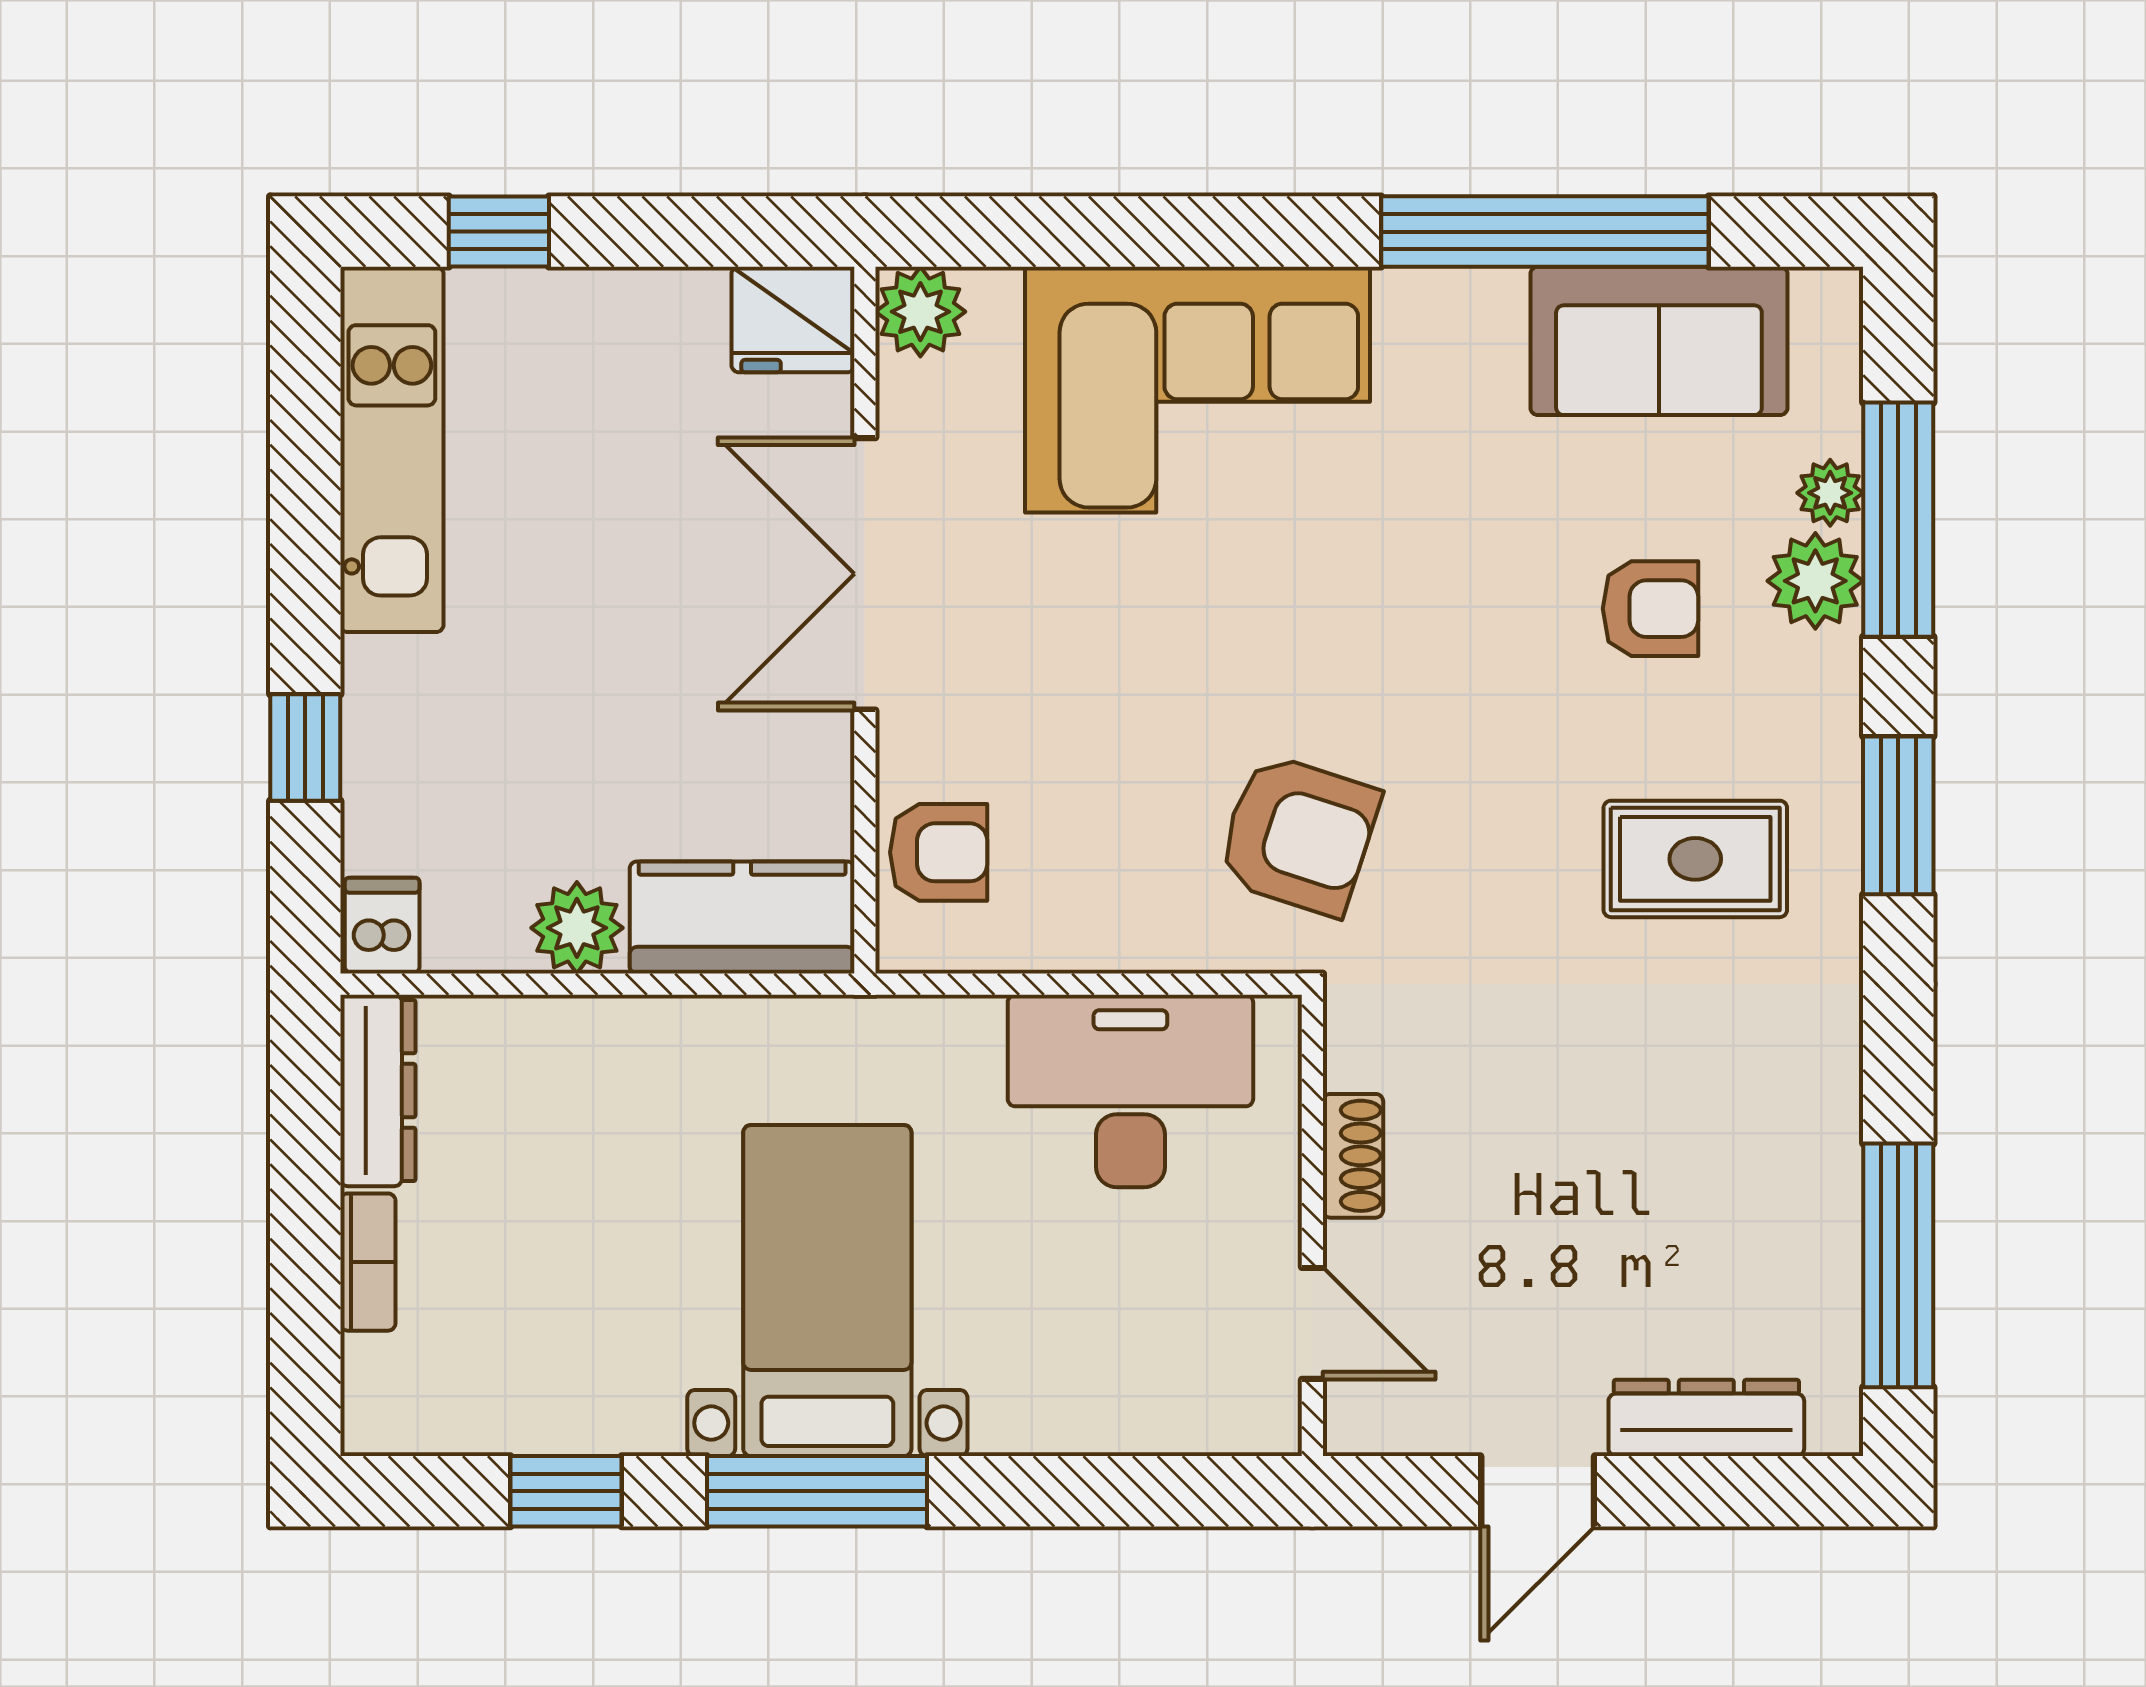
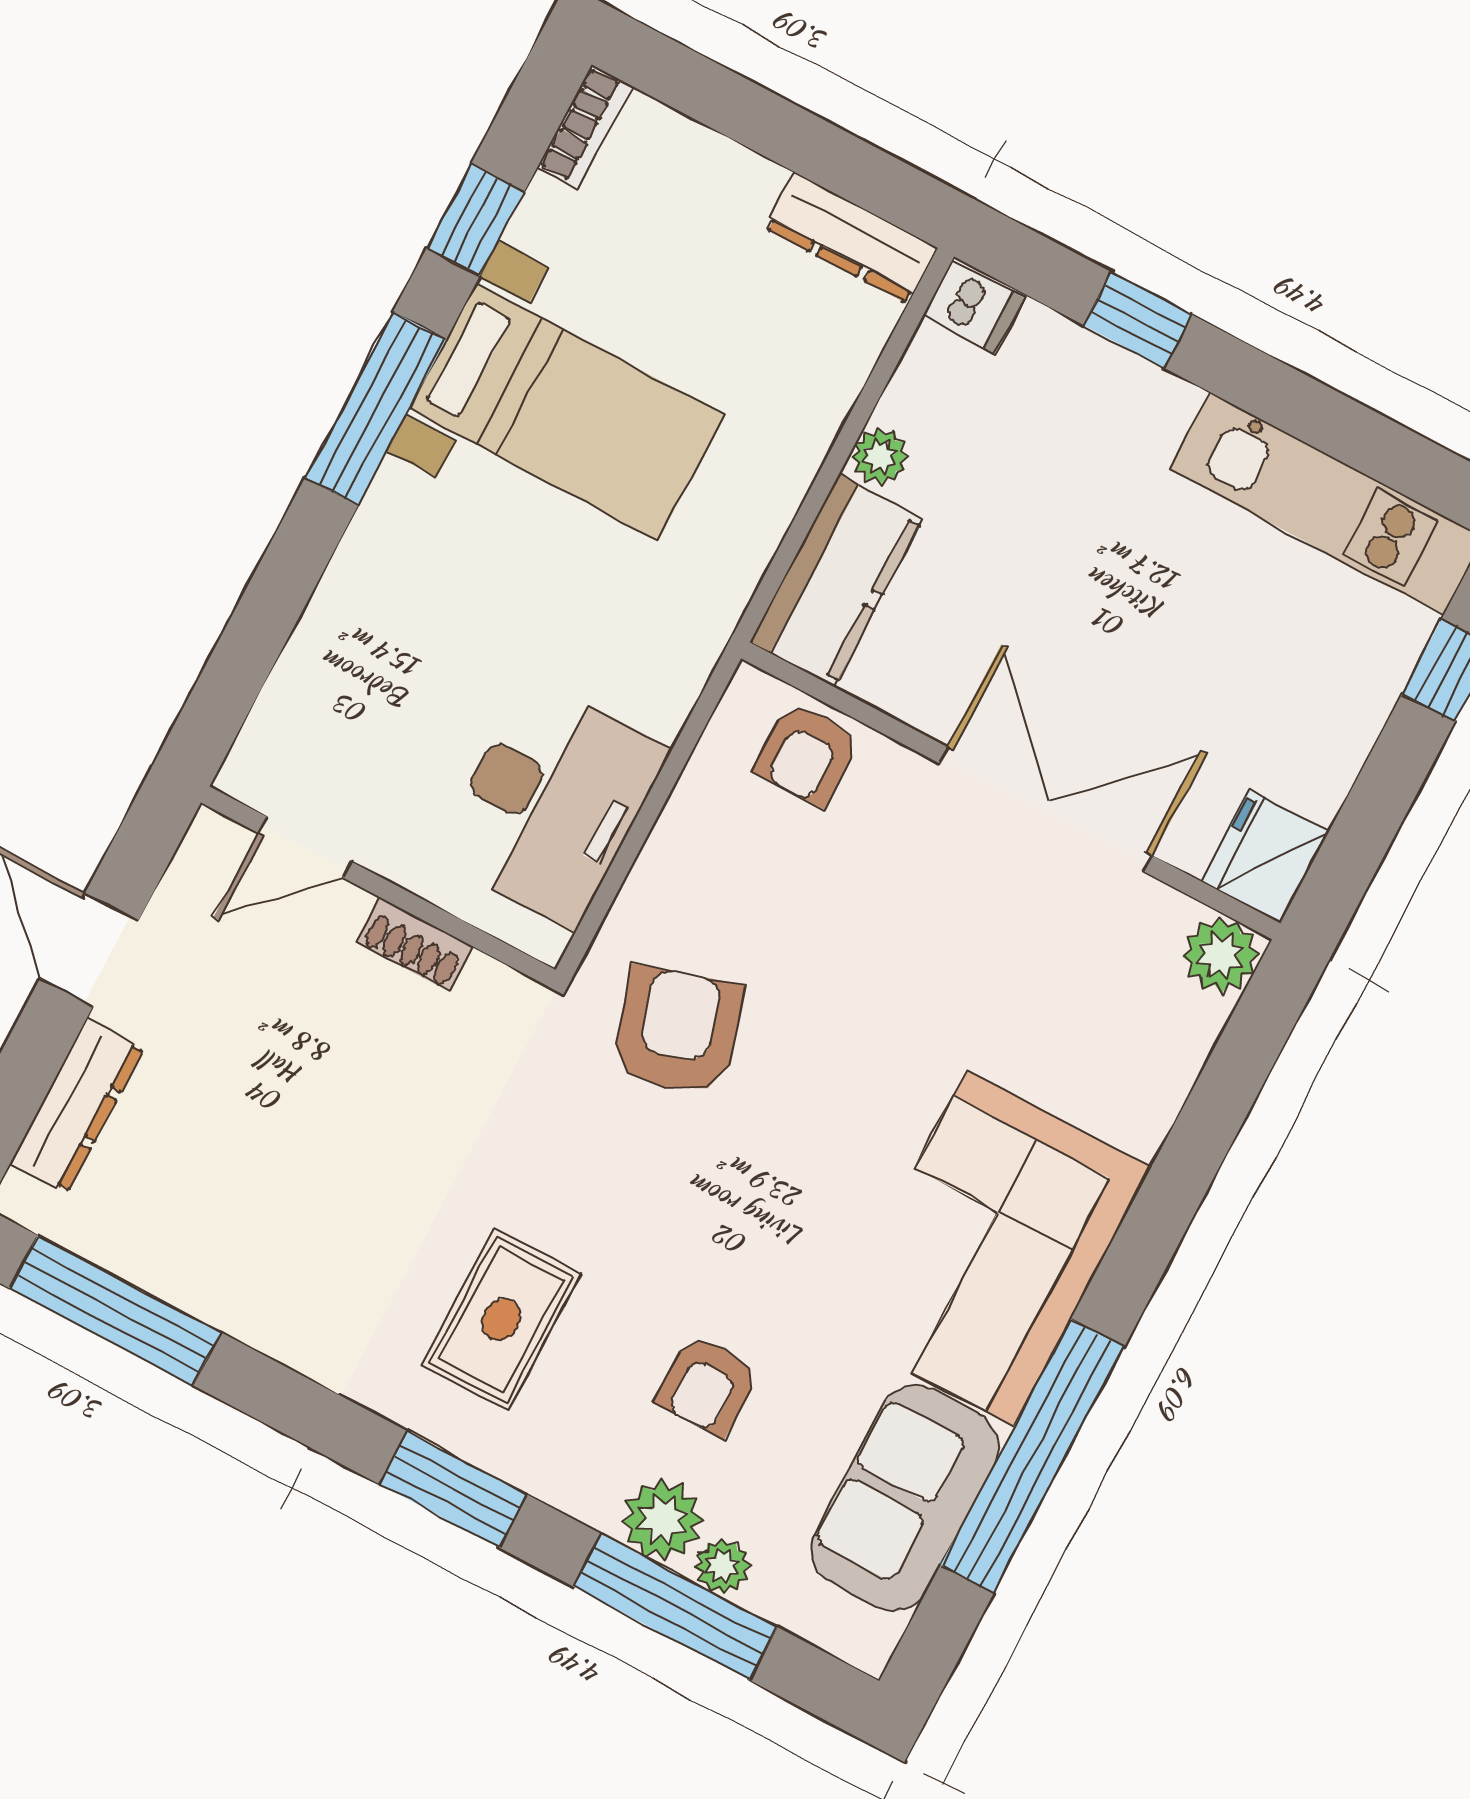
corner sofa: (1198, 390) -> (991, 1248), moved
armchair: (1298, 835) -> (677, 1031), turned 145
plant: (577, 928) -> (880, 457), width x0.73, depth x0.73
bookcase: (368, 1262) -> (585, 127), moved, turned -90
bed with nightstands: (827, 1291) -> (567, 412), moved

